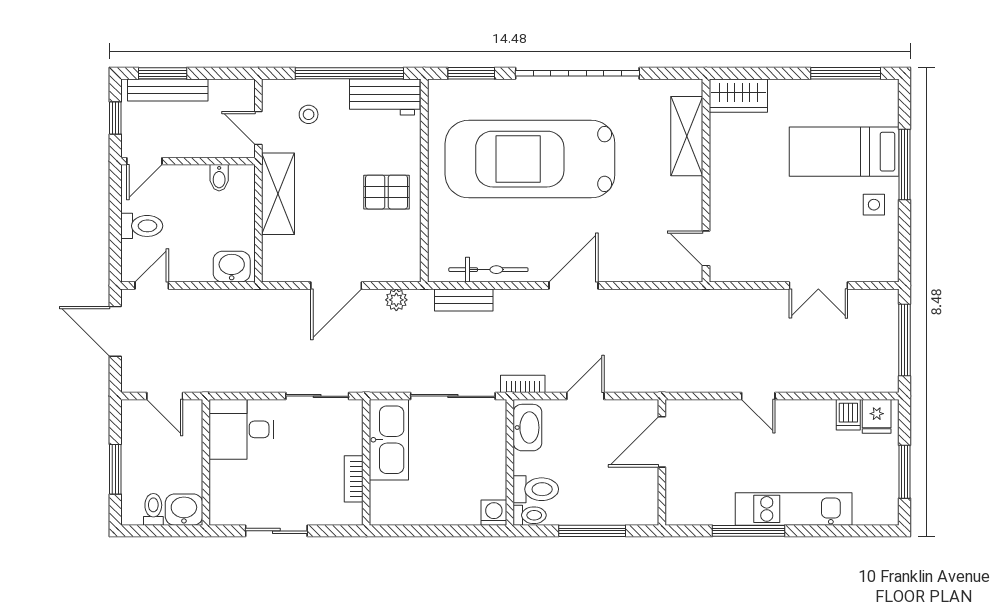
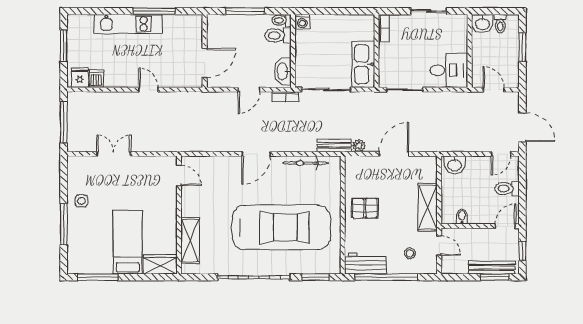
bed: (844, 152) -> (128, 242), moved, turned -90
bench: (464, 300) -> (334, 145), moved
bookcase: (354, 479) -> (384, 28), moved

